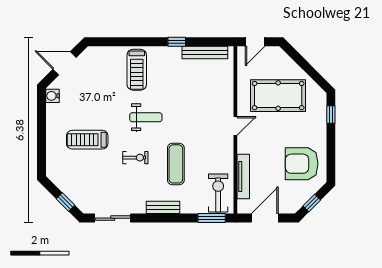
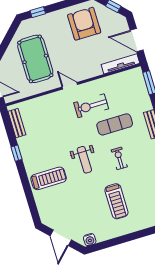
bench: (205, 52) -> (17, 123), width x0.73
weight bench: (146, 117) -> (84, 160), turned 180
armchair: (302, 164) -> (84, 24), turned 180
tv unit: (243, 177) -> (120, 64), moved
exercise bike: (218, 193) -> (91, 106), moved

